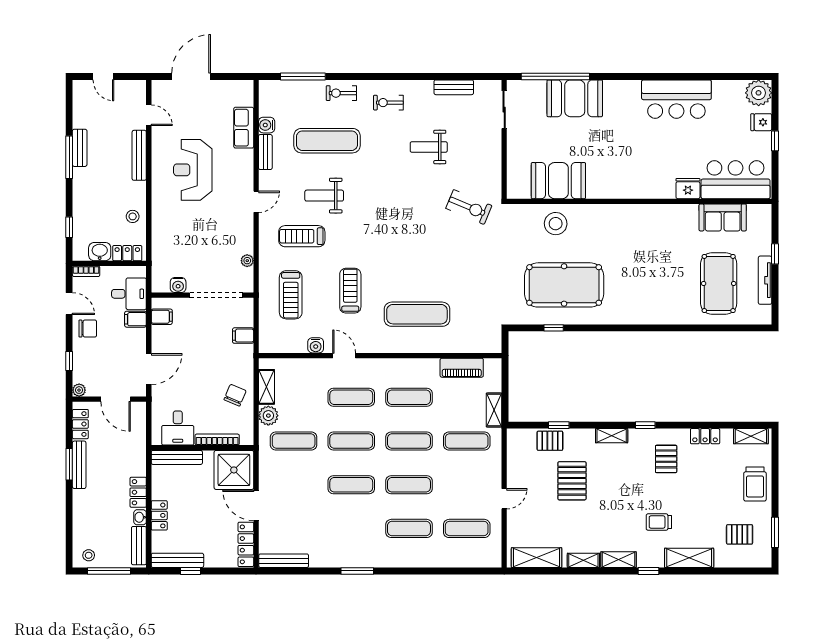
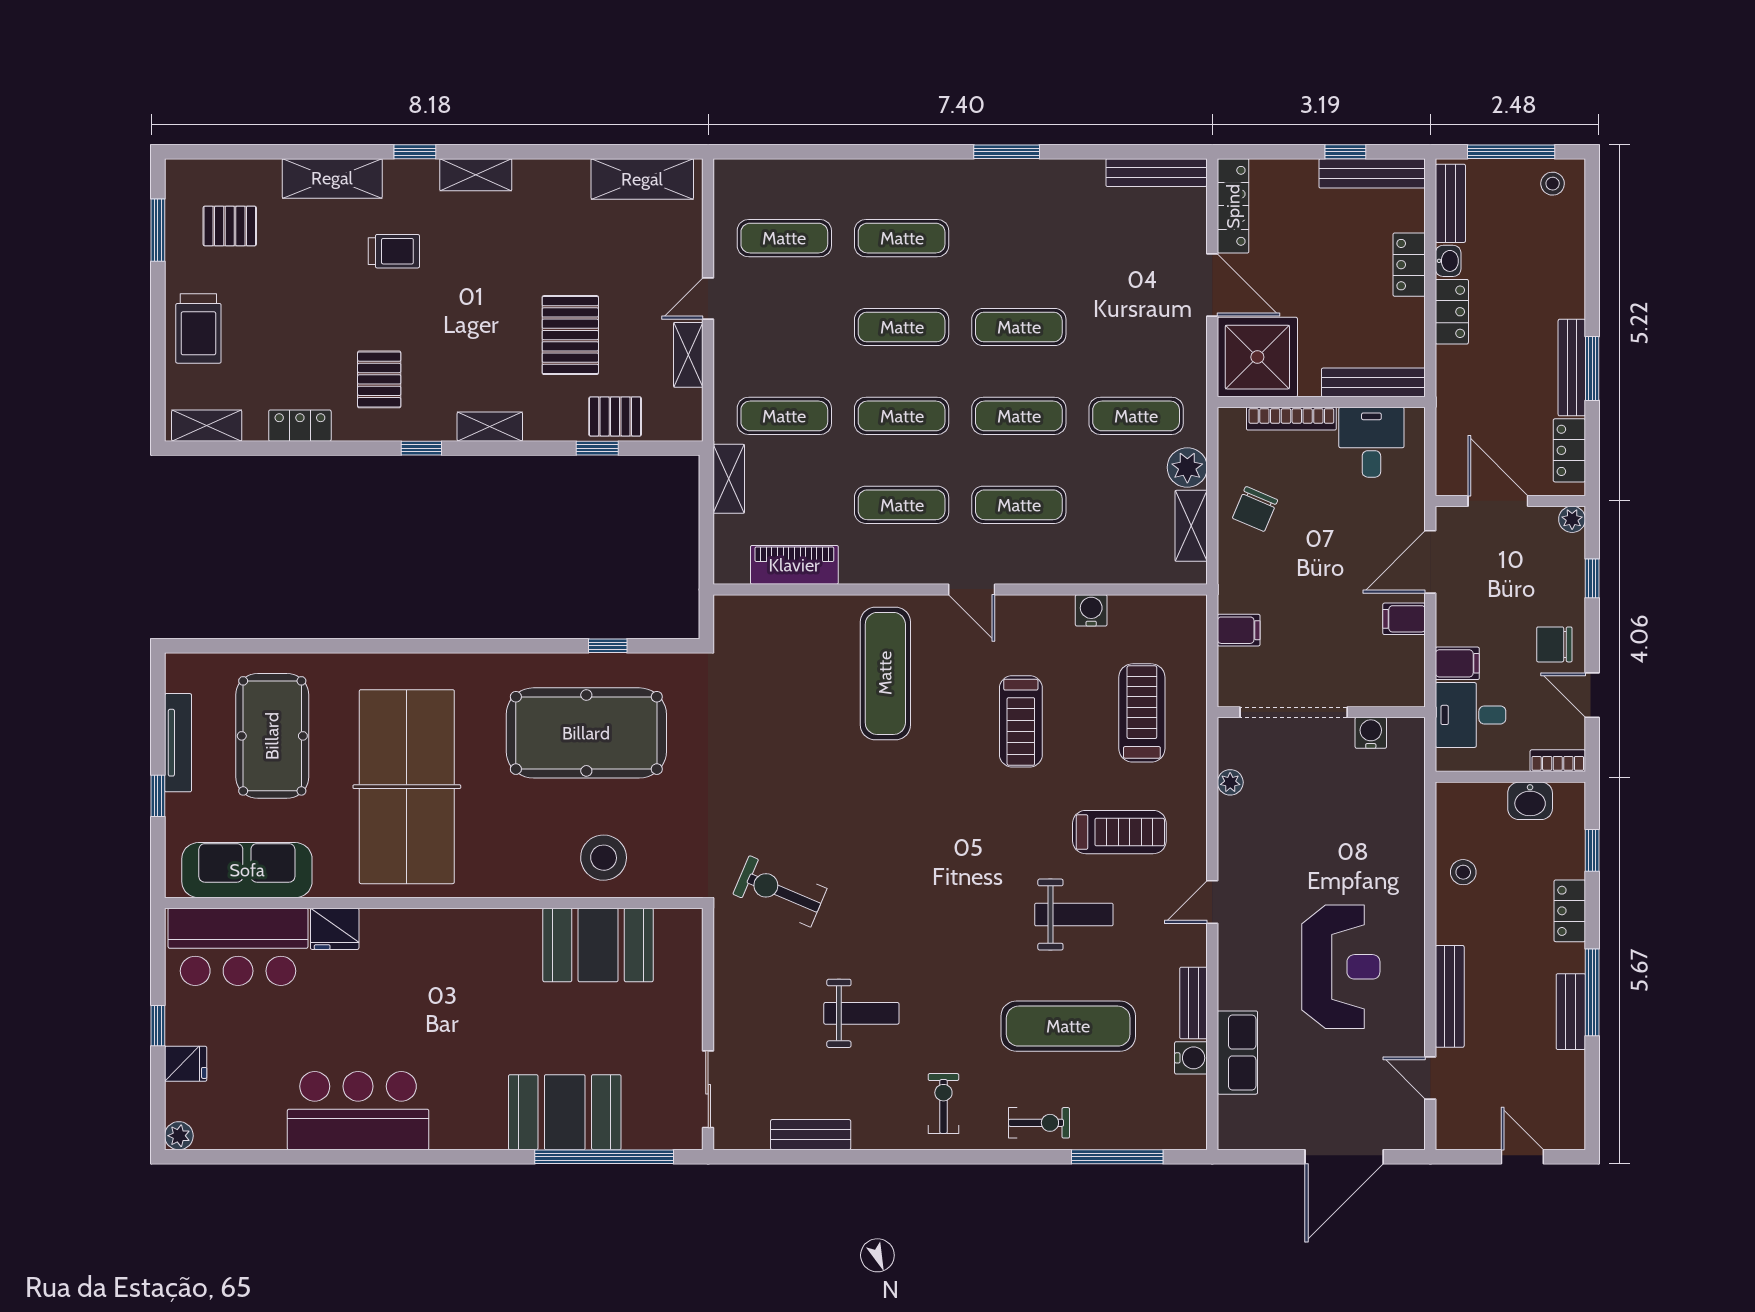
plant: (759, 93) -> (179, 1136), width x0.53, depth x0.53
exercise bike: (388, 103) -> (943, 1103), turned -90
sofa: (723, 217) -> (247, 870), width x1.36
locker: (127, 253) -> (1570, 911), moved, turned 90
table tennis table: (652, 259) -> (407, 787), added
exercise mat: (417, 314) -> (885, 673), turned 90
filing cabinet: (162, 317) -> (1404, 619), moved
door: (344, 356) -> (972, 589), moved
trolley: (755, 484) -> (198, 328), turned 180
shelving: (583, 560) -> (688, 355), moved, turned 90

